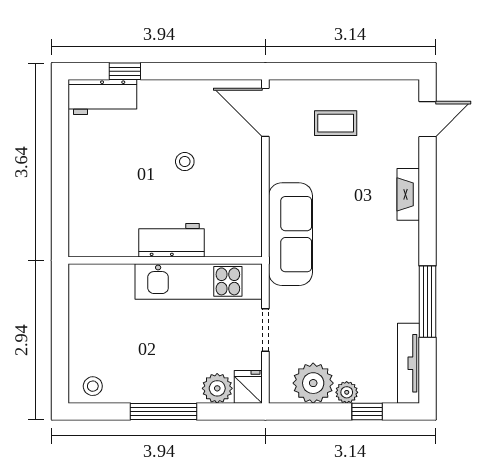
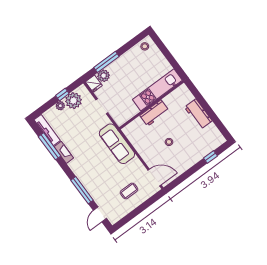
workbench: (102, 97) -> (198, 114), moved, turned -90
fireplace: (408, 194) -> (64, 152), moved
window: (427, 194) -> (82, 190), added
kitchen unit: (199, 281) -> (157, 90), moved
window: (427, 302) -> (50, 146), moved
window: (164, 412) -> (106, 62), moved
window: (367, 412) -> (62, 95), moved

